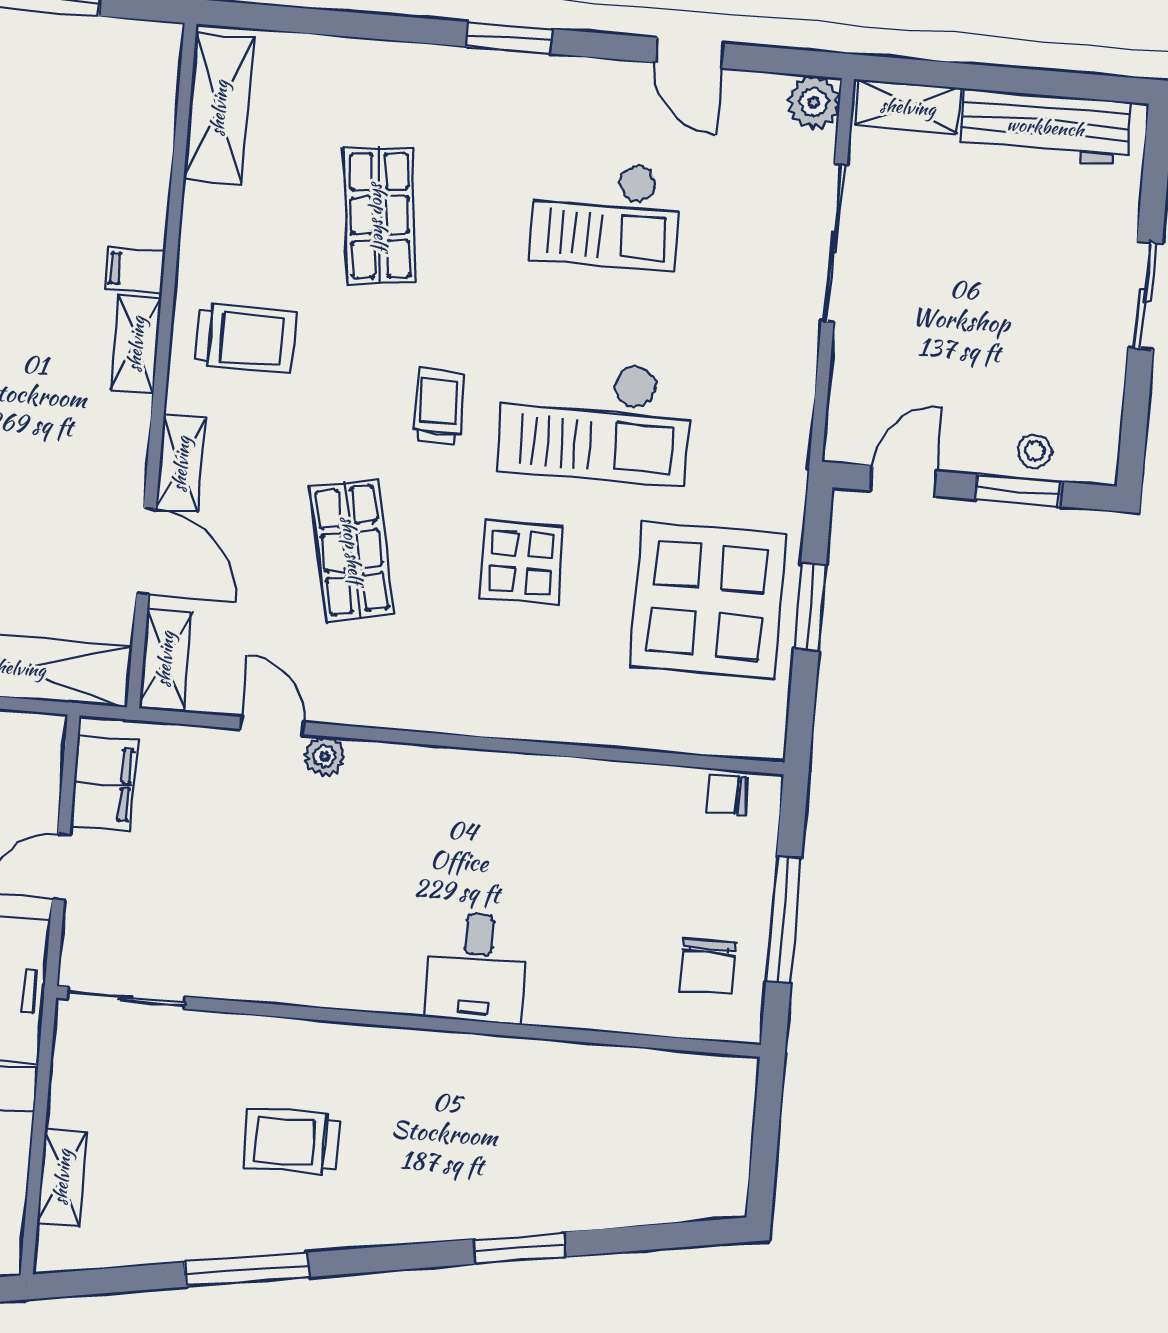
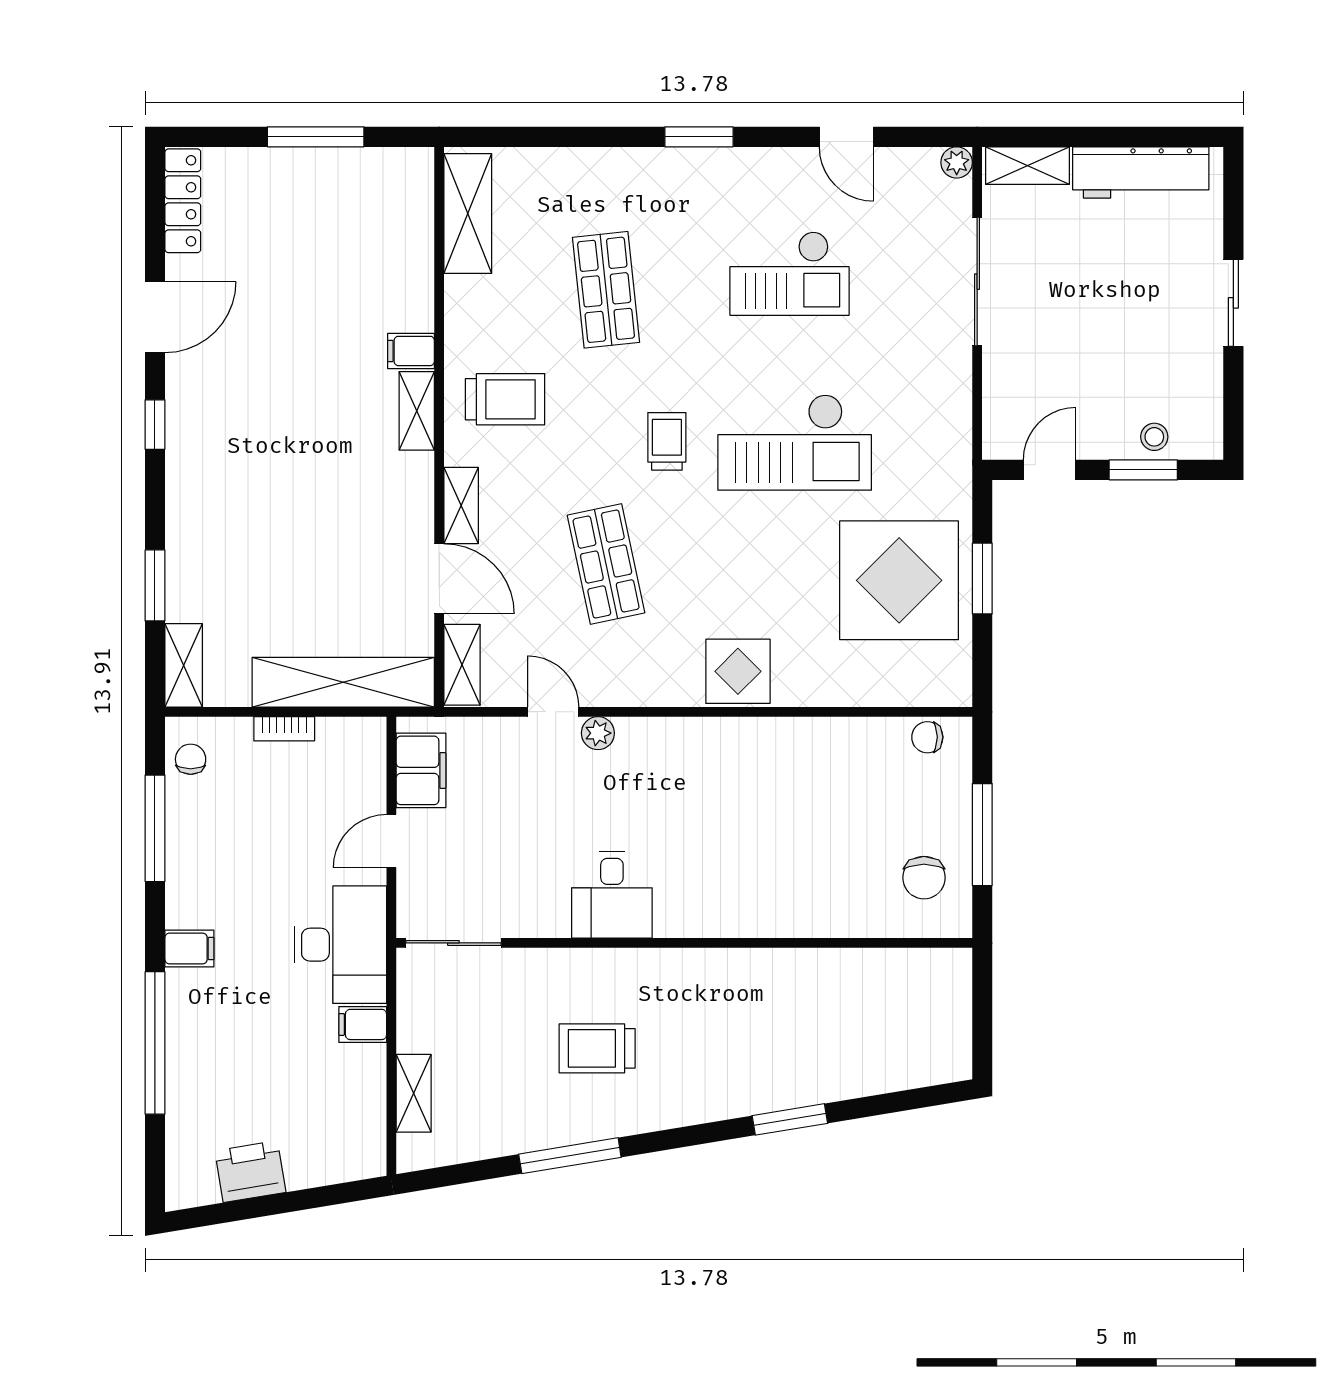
plant: (814, 102) -> (957, 162), width x0.73, depth x0.73
display table: (521, 562) -> (738, 671), moved
desk: (477, 968) -> (612, 895), moved

